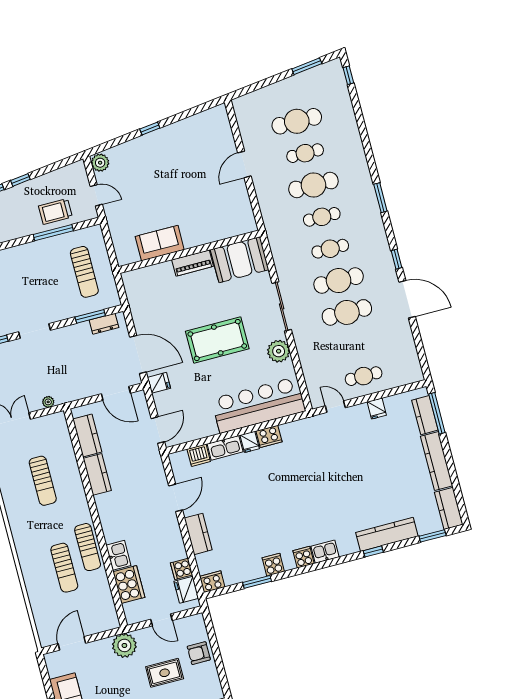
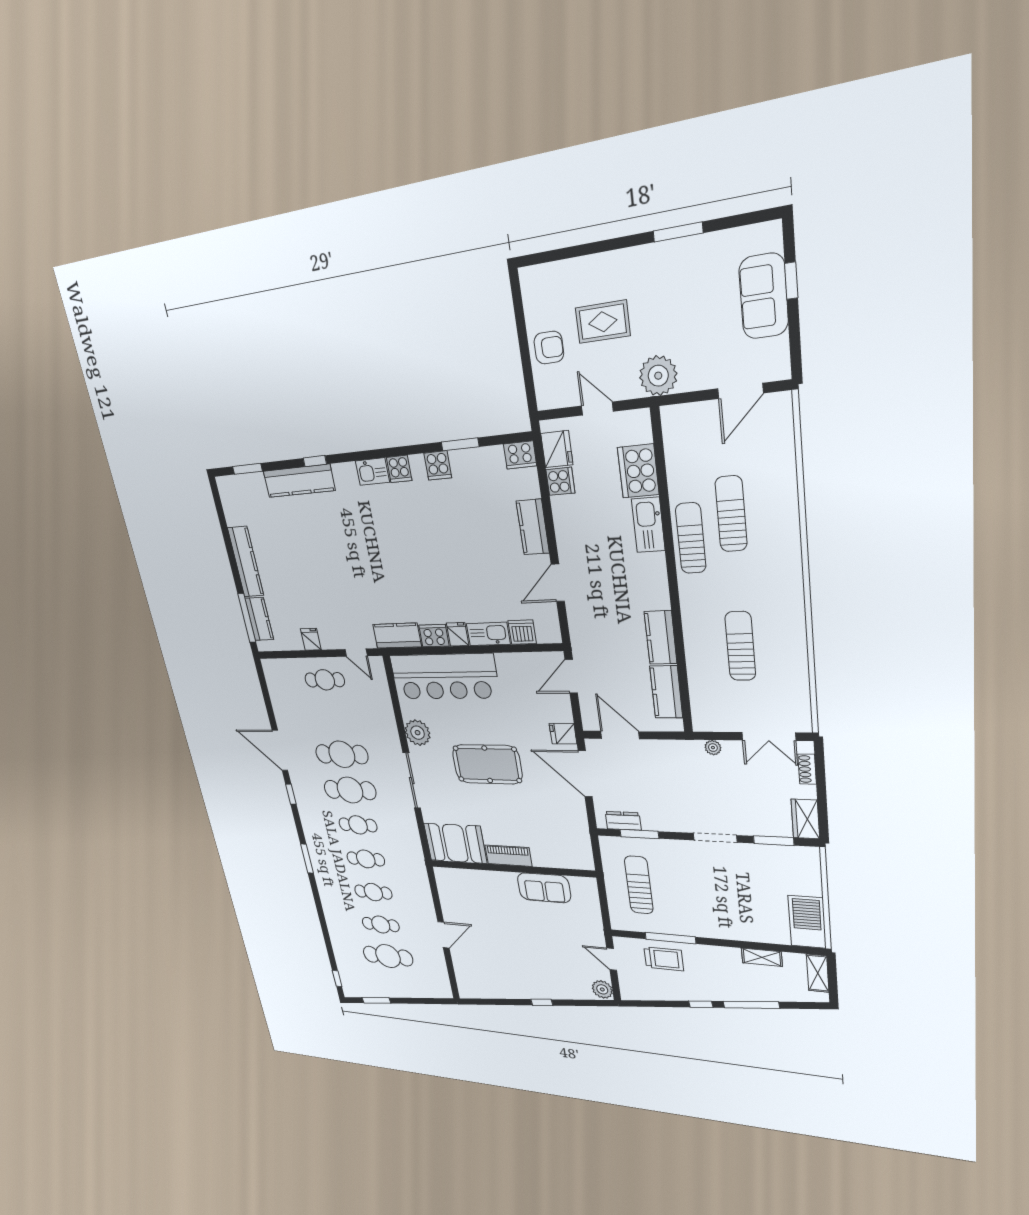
cafe table: (313, 185) -> (373, 892), width x0.73, depth x0.74
kitchen counter: (449, 508) -> (397, 636), moved, turned -90
kitchen sink: (118, 555) -> (648, 525), width x1.38

